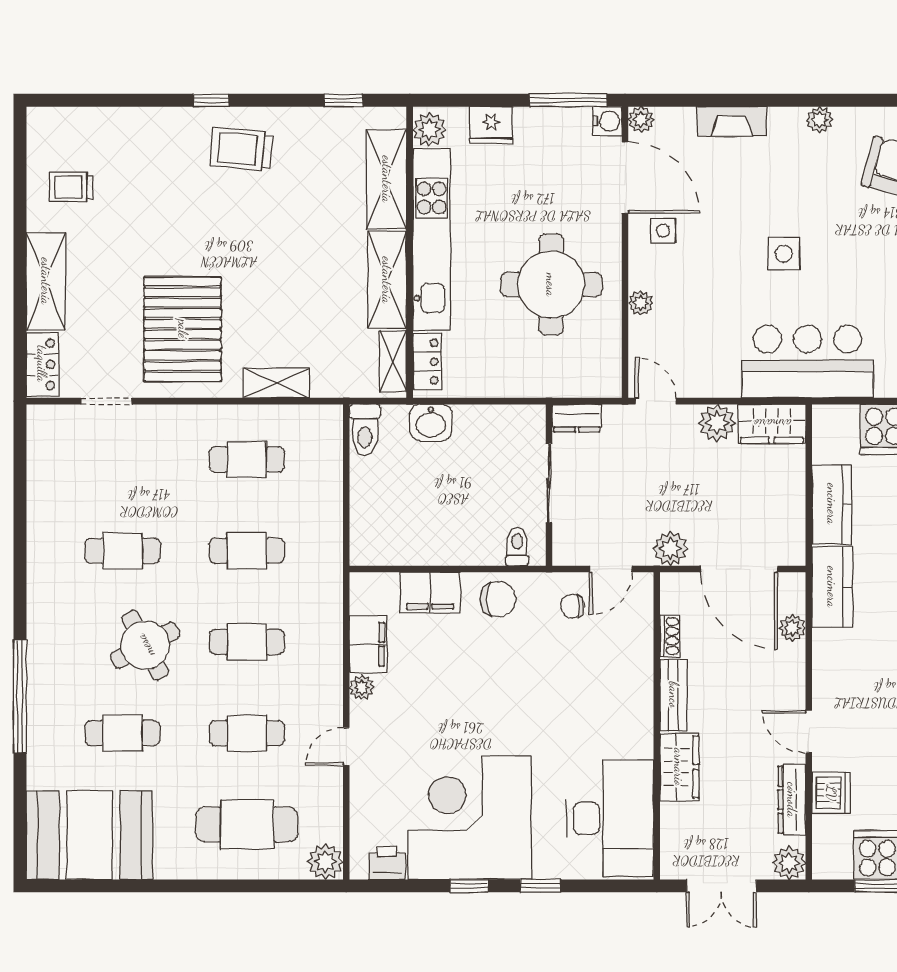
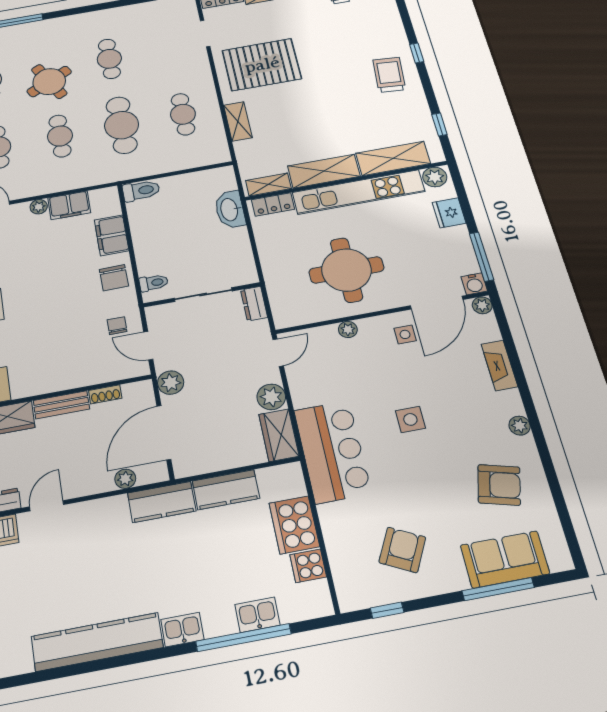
washbasin: (431, 422) -> (230, 210), width x1.38
toilet: (365, 430) -> (141, 191), moved, turned 180
cafe table: (247, 551) -> (122, 125), width x1.37, depth x1.35

